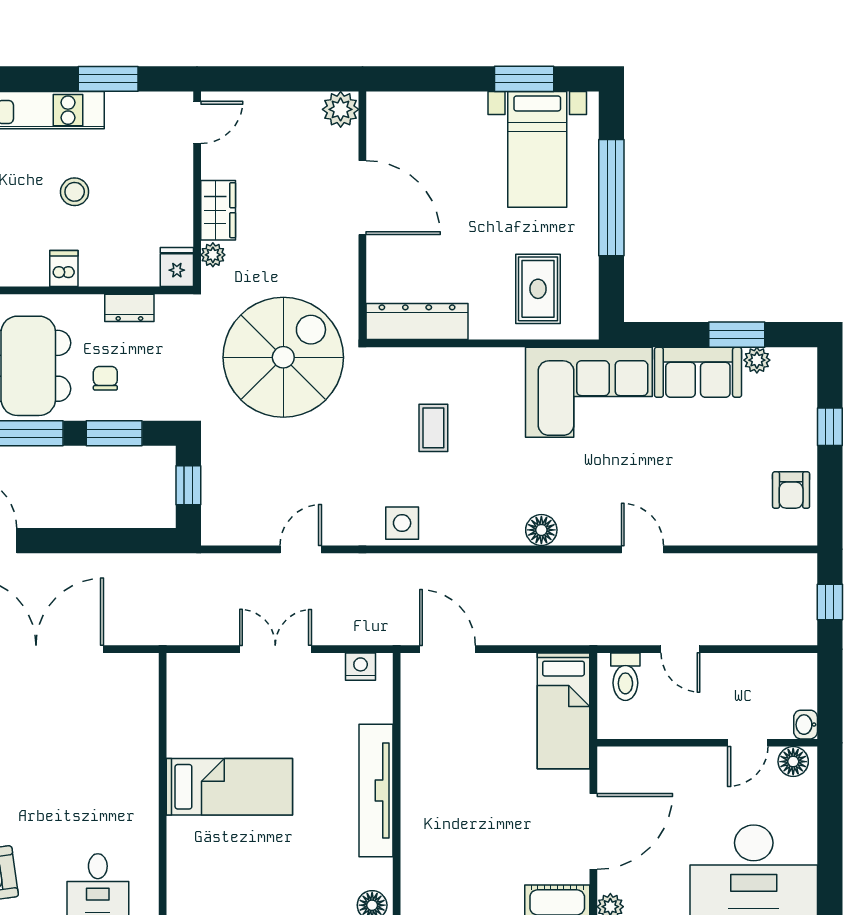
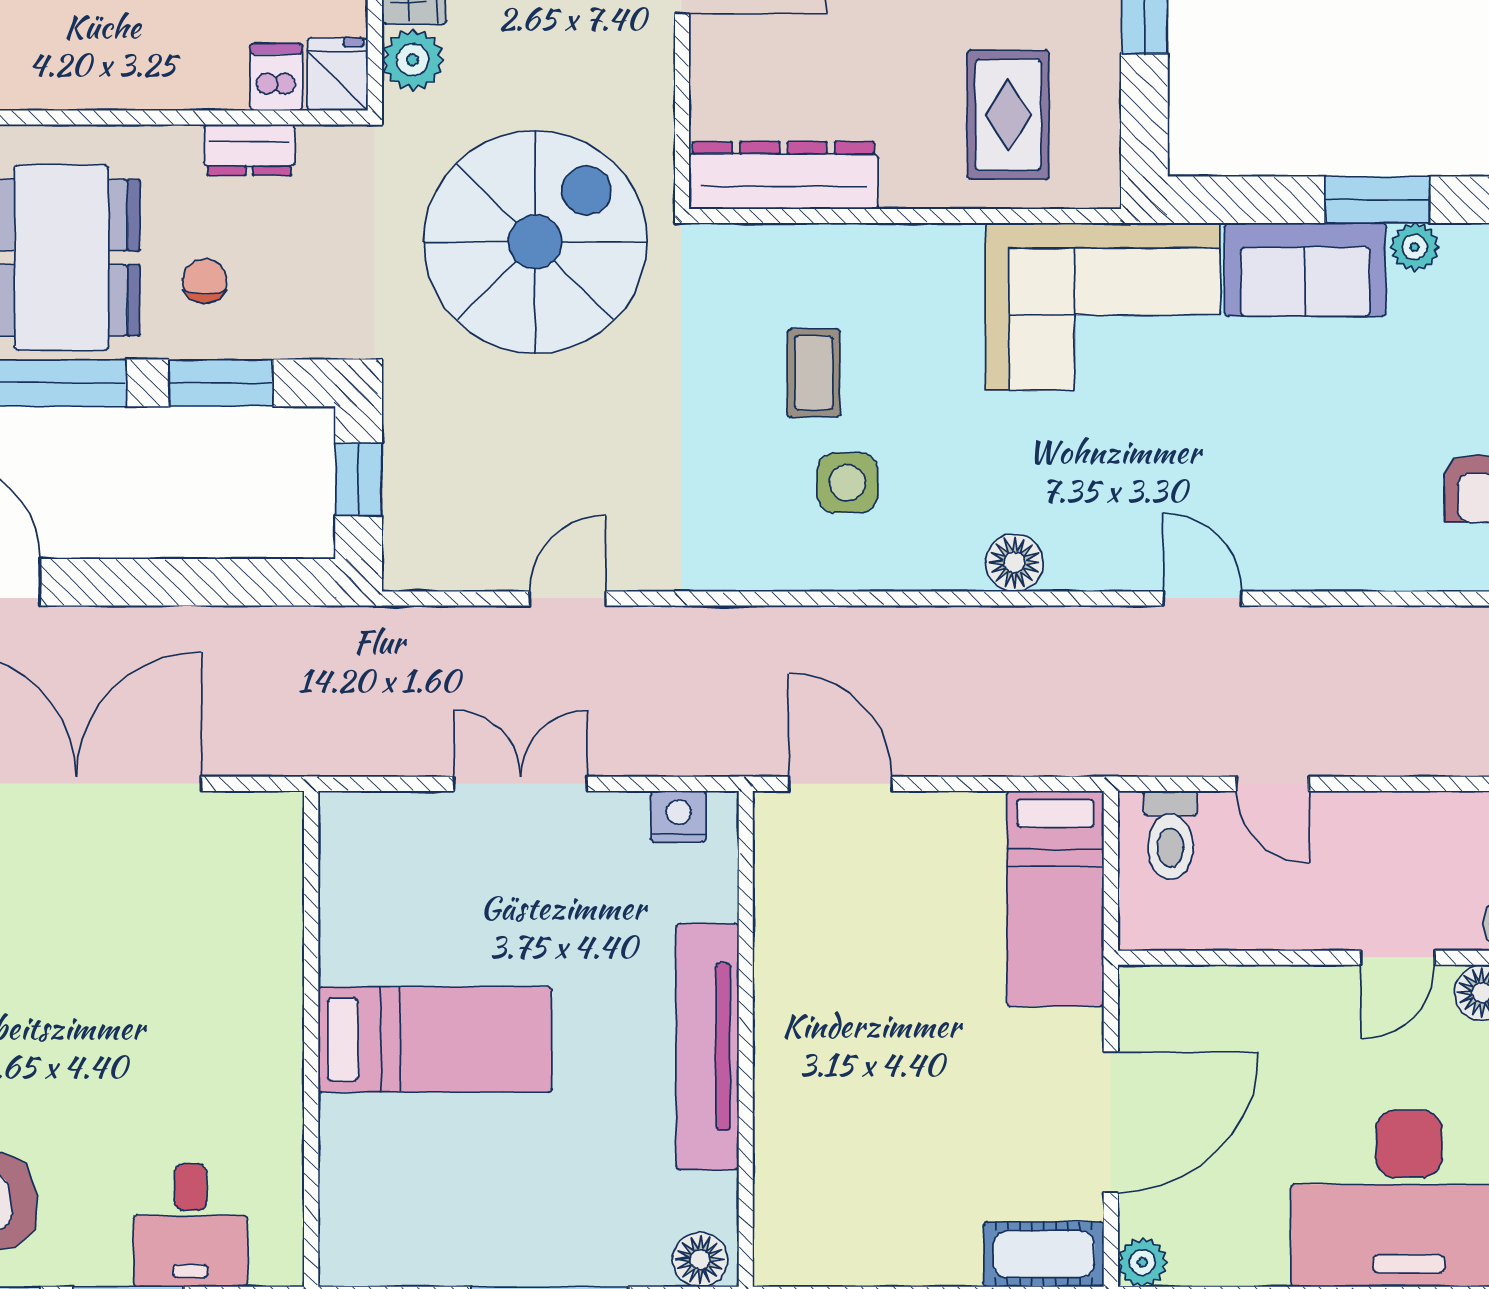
plant: (213, 255) -> (413, 60), width x1.38, depth x1.38
dishwasher: (64, 269) -> (276, 77), moved
side table: (402, 523) -> (847, 483), moved

